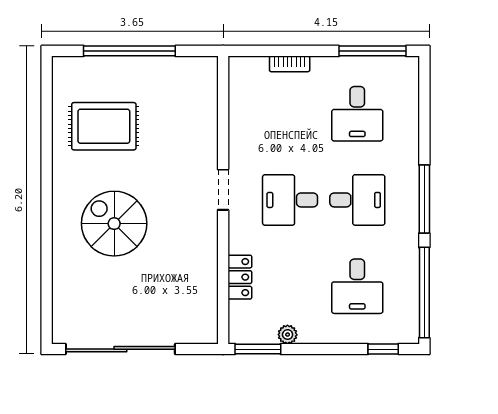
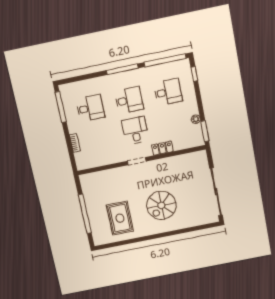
desk: (290, 200) -> (135, 130), turned 180
desk: (357, 200) -> (129, 100), turned 90
locker: (240, 277) -> (162, 148), moved

